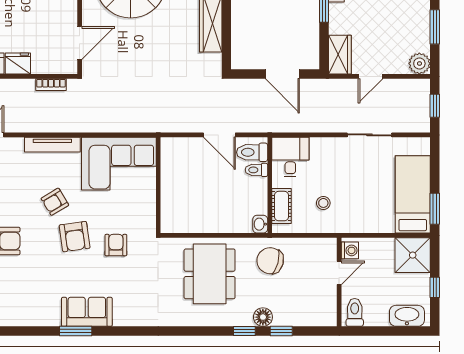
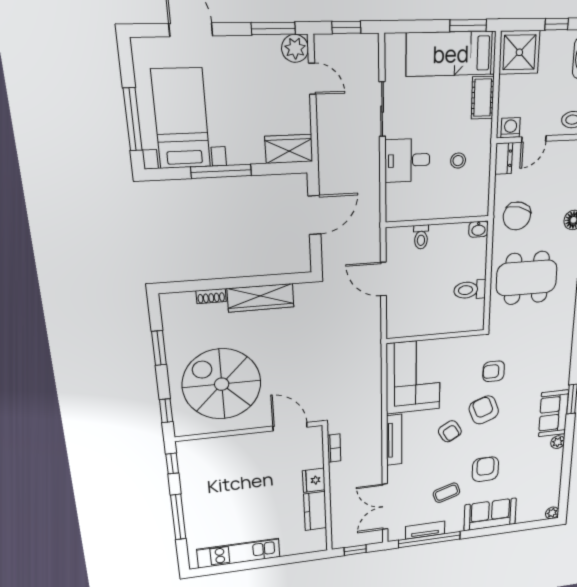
window: (435, 27) -> (273, 28), moved
door: (371, 76) -> (312, 79), moved
door: (219, 135) -> (383, 279), swing flipped
toilet: (252, 152) -> (470, 290), moved, turned 90
desk: (290, 157) -> (407, 160), moved
cot: (281, 206) -> (483, 98), moved, turned 90
armchair: (75, 237) -> (484, 410), turned -103
dresser: (323, 245) -> (504, 159), added
door: (339, 273) -> (534, 139), swing flipped
sofa: (87, 312) -> (554, 413), moved
plant: (28, 319) -> (558, 442), added

